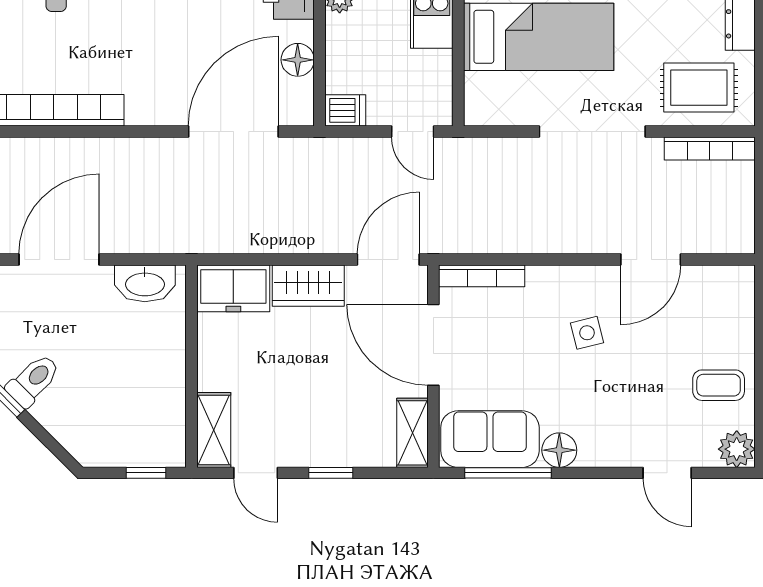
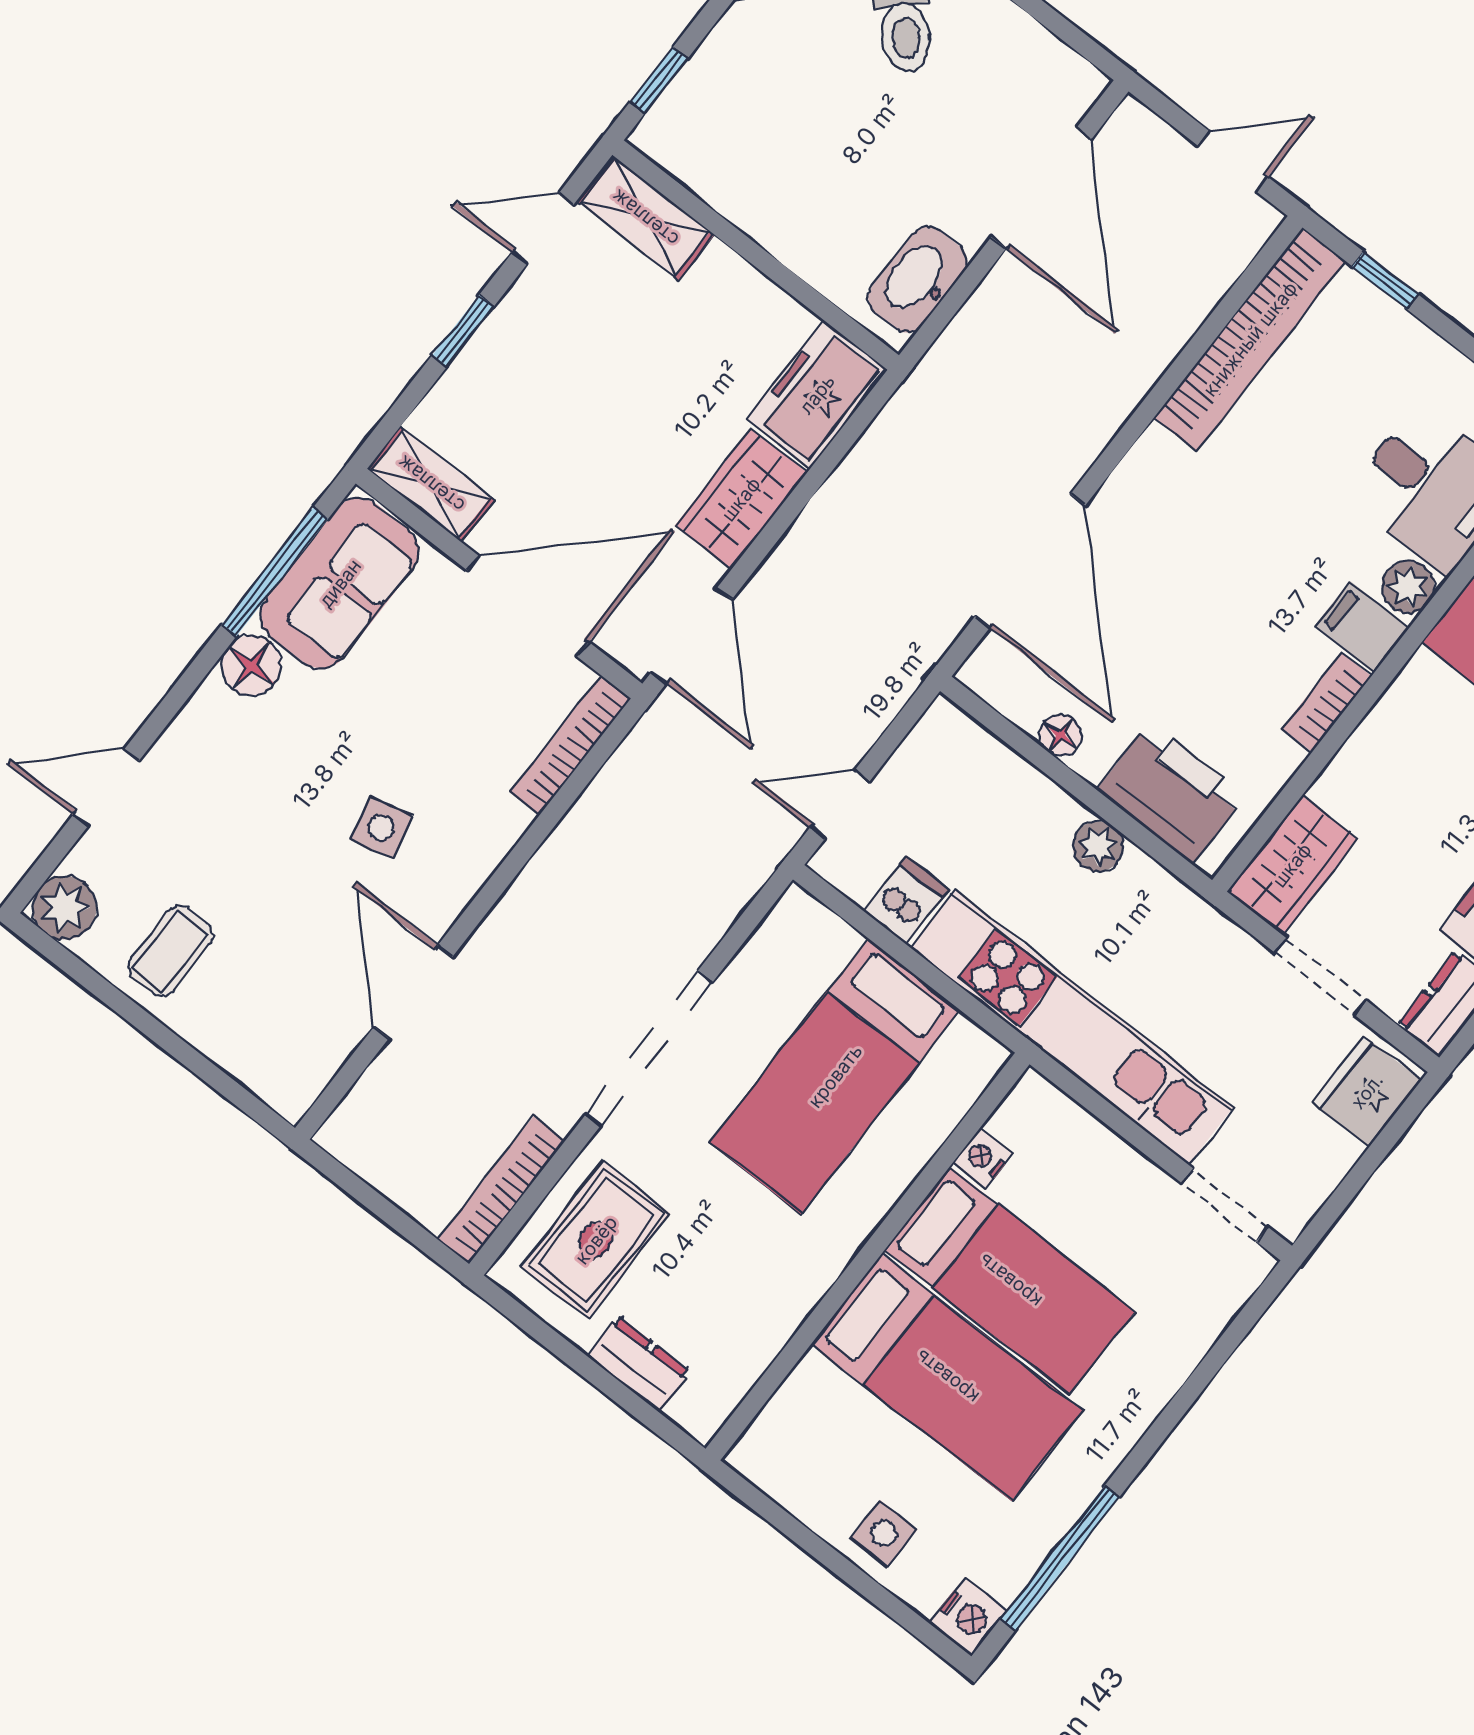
floor lamp: (298, 60) -> (1060, 735), width x0.73, depth x0.73
dishwasher: (345, 110) -> (906, 900), moved, turned 180

